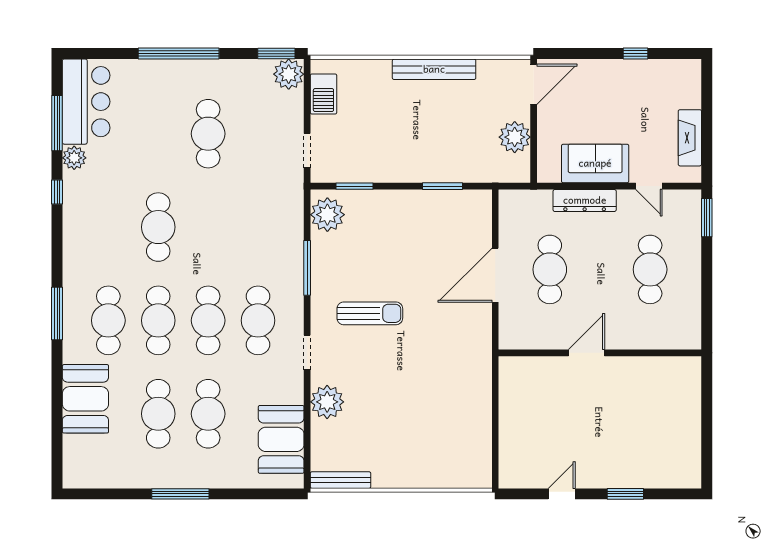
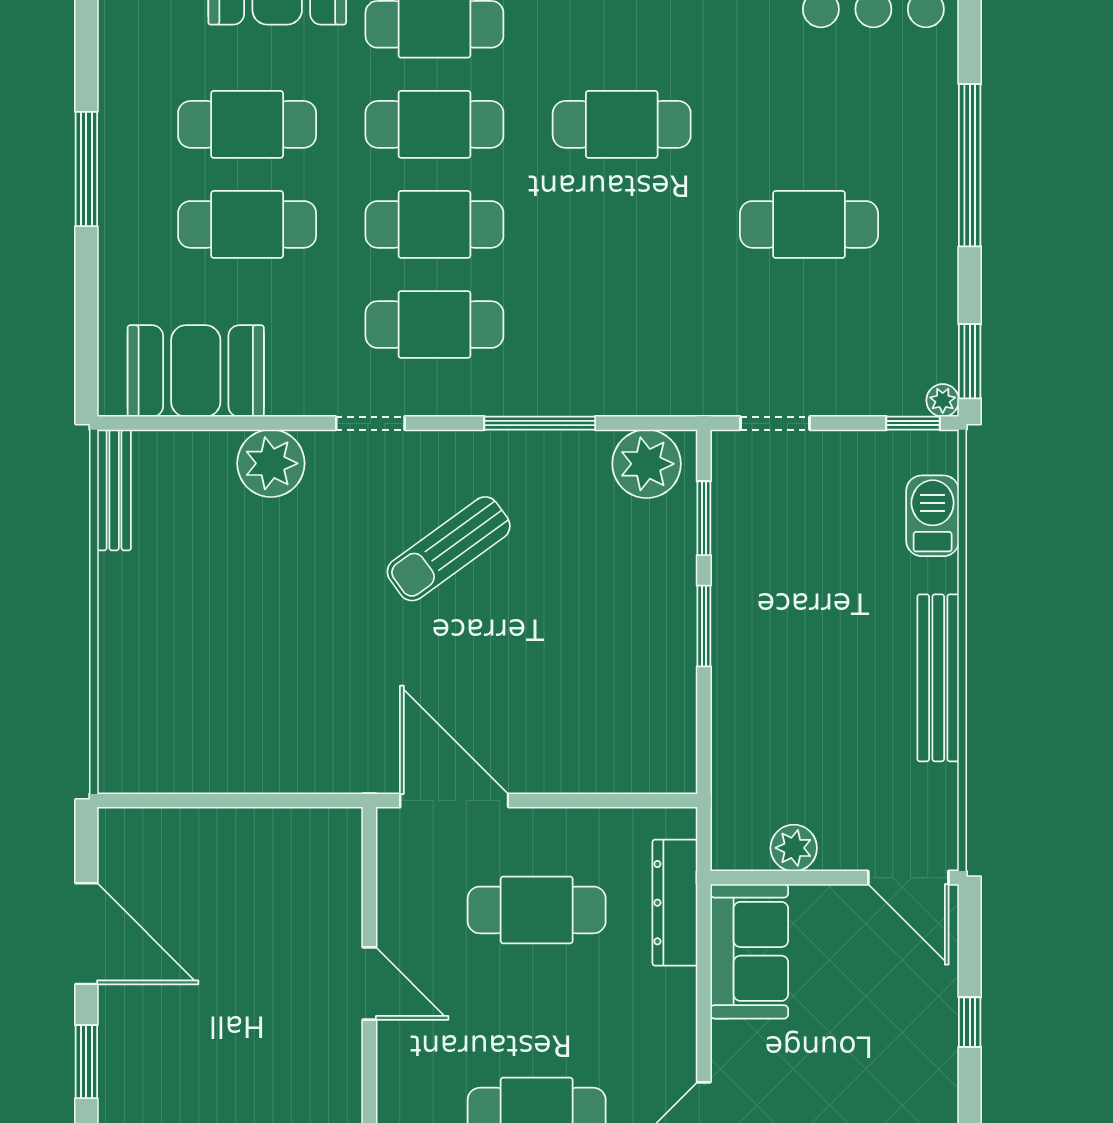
window: (636, 54) -> (970, 1022), moved
plant: (289, 74) -> (943, 400), width x0.53, depth x0.53
window: (307, 82) -> (913, 423), added
barbecue: (323, 94) -> (933, 516), moved, turned 90
plant: (515, 137) -> (794, 848), width x0.73, depth x0.73
sofa: (595, 163) -> (749, 951), moved
window: (442, 186) -> (704, 626), moved
dresser: (585, 200) -> (675, 903), moved
door: (495, 275) -> (454, 800), moved
sun lounger: (370, 313) -> (449, 549), turned 54
door: (562, 494) -> (86, 934), width x1.87

